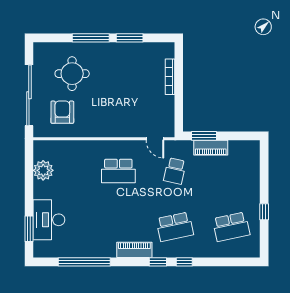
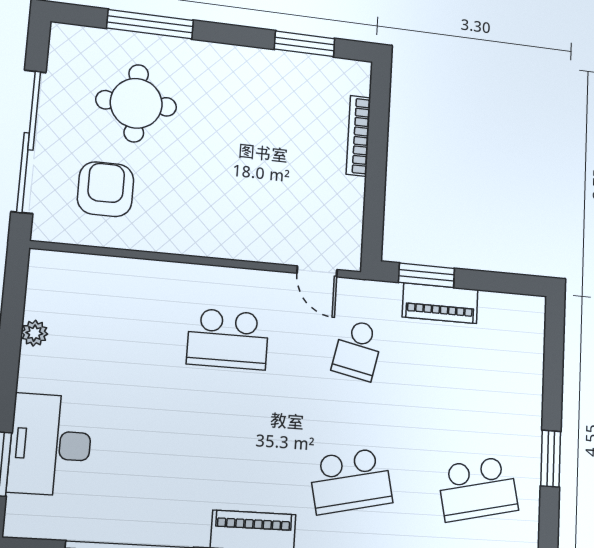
window: (91, 38) -> (150, 24), moved
window: (130, 38) -> (305, 44), moved
plant: (43, 170) -> (34, 333), width x0.53, depth x0.53
window: (264, 212) -> (551, 459), width x1.50

